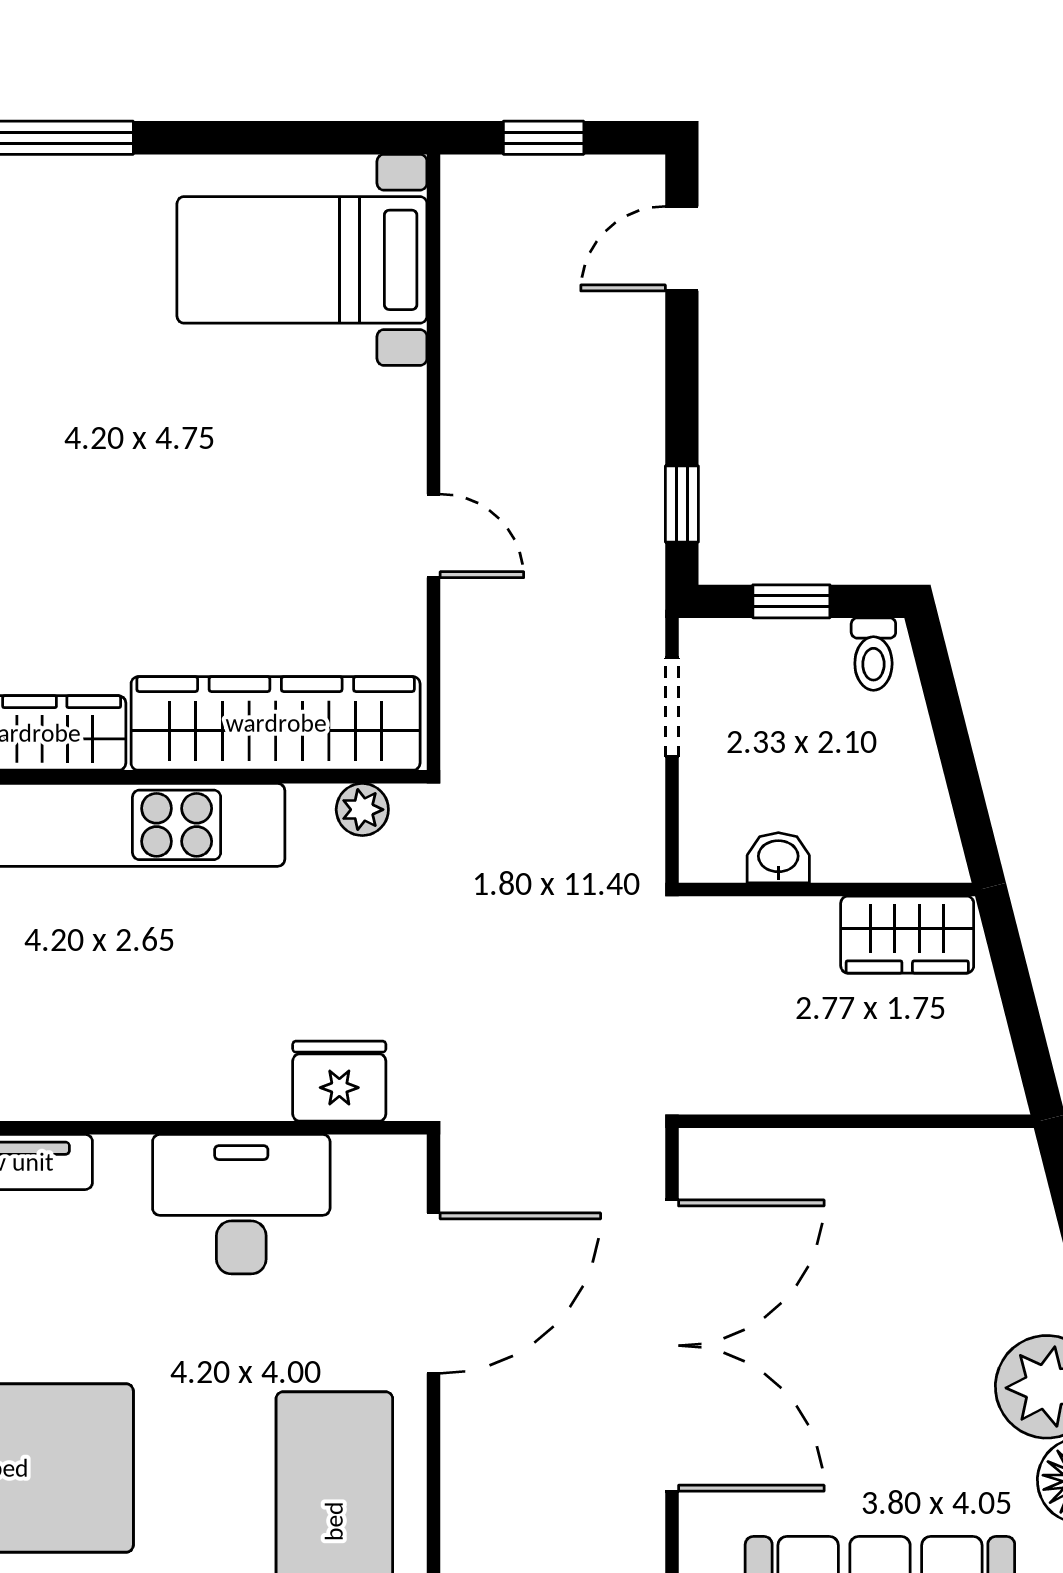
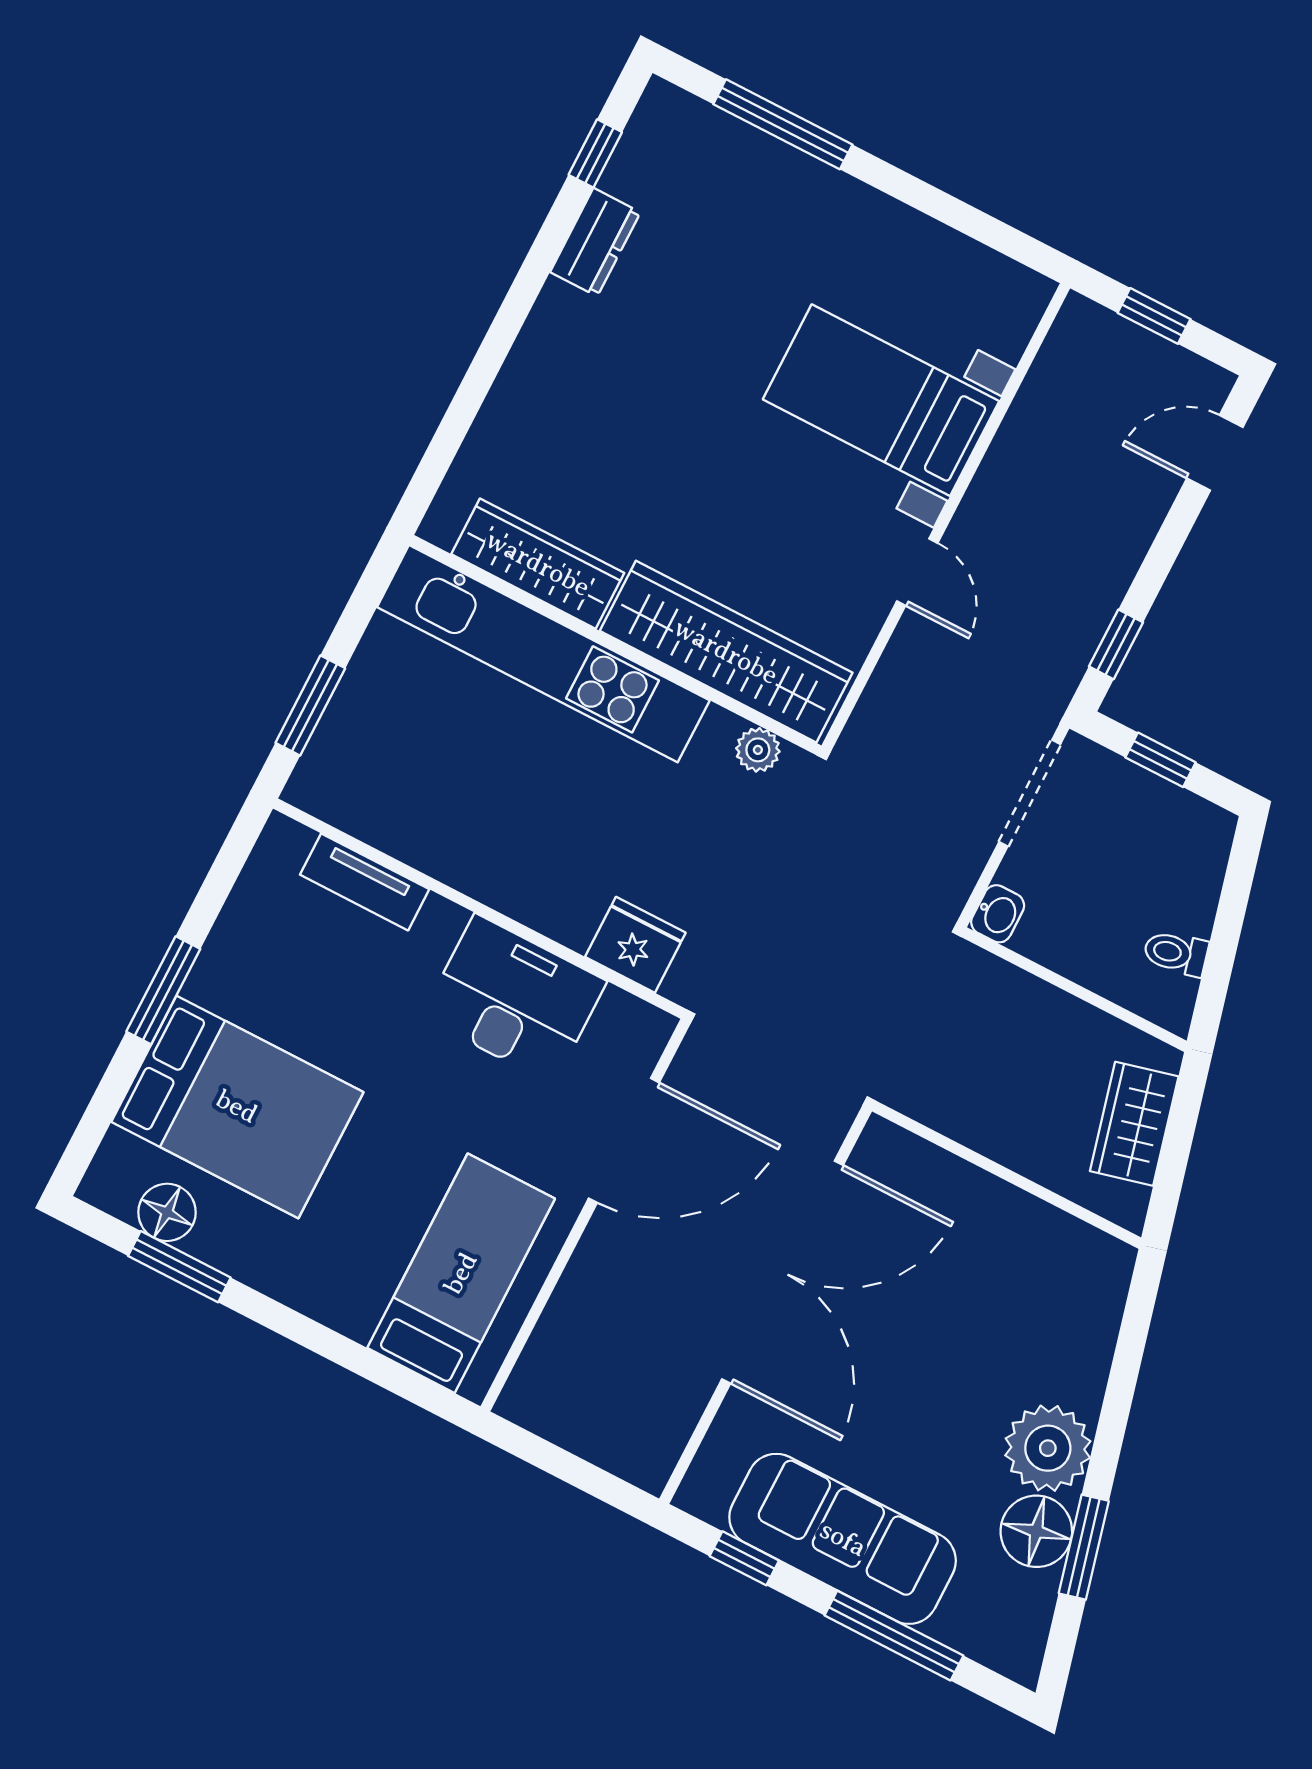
bed with nightstands: (302, 260) -> (881, 400), moved
toilet: (873, 654) -> (1176, 953), moved, turned 76
doorway: (672, 707) -> (1030, 793), width x1.38
washbasin: (778, 858) -> (998, 914), moved, turned 90
wardrobe: (907, 935) -> (1134, 1124), moved, turned 76

